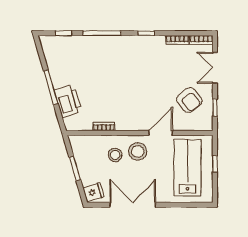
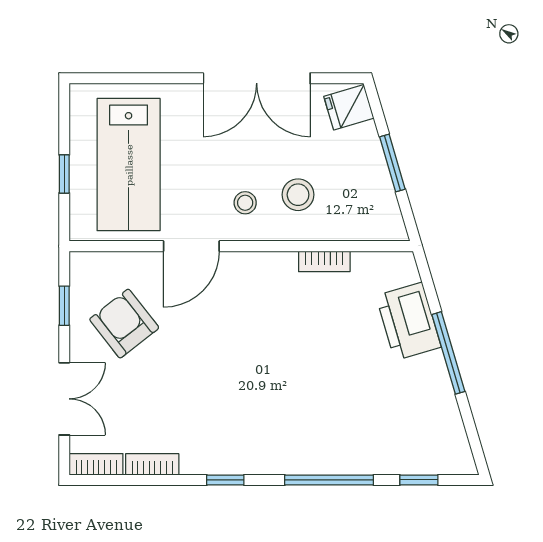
stool: (138, 152) -> (245, 203), width x0.53, depth x0.53

